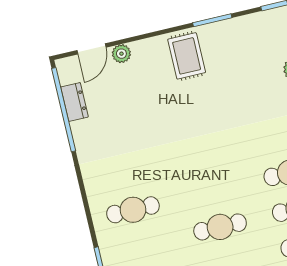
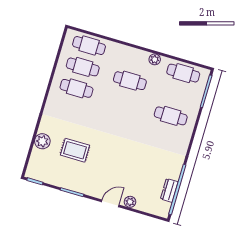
door: (91, 49) -> (110, 203), moved
rug: (187, 56) -> (75, 150), moved, turned 90

